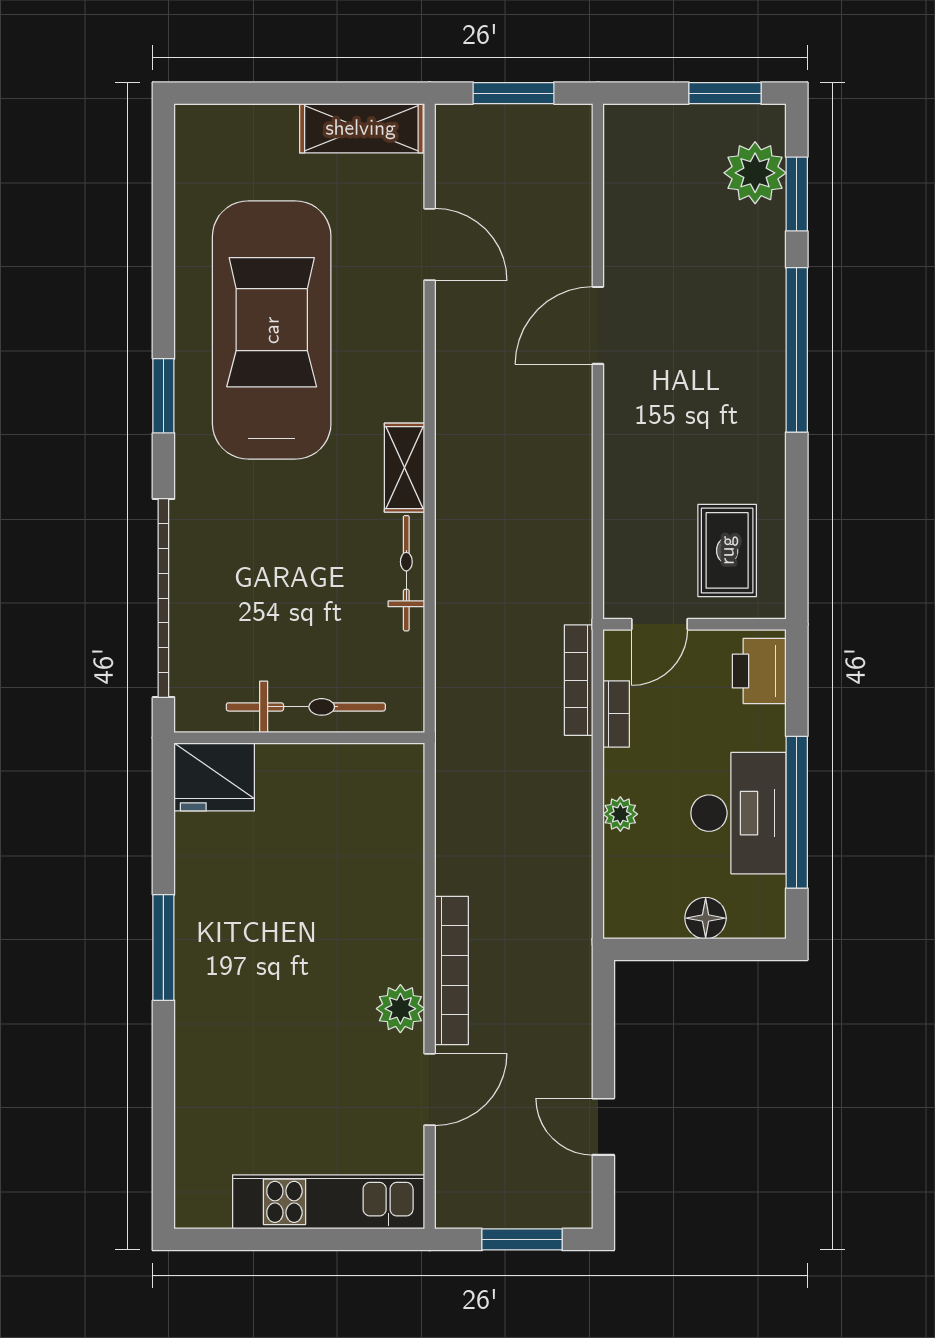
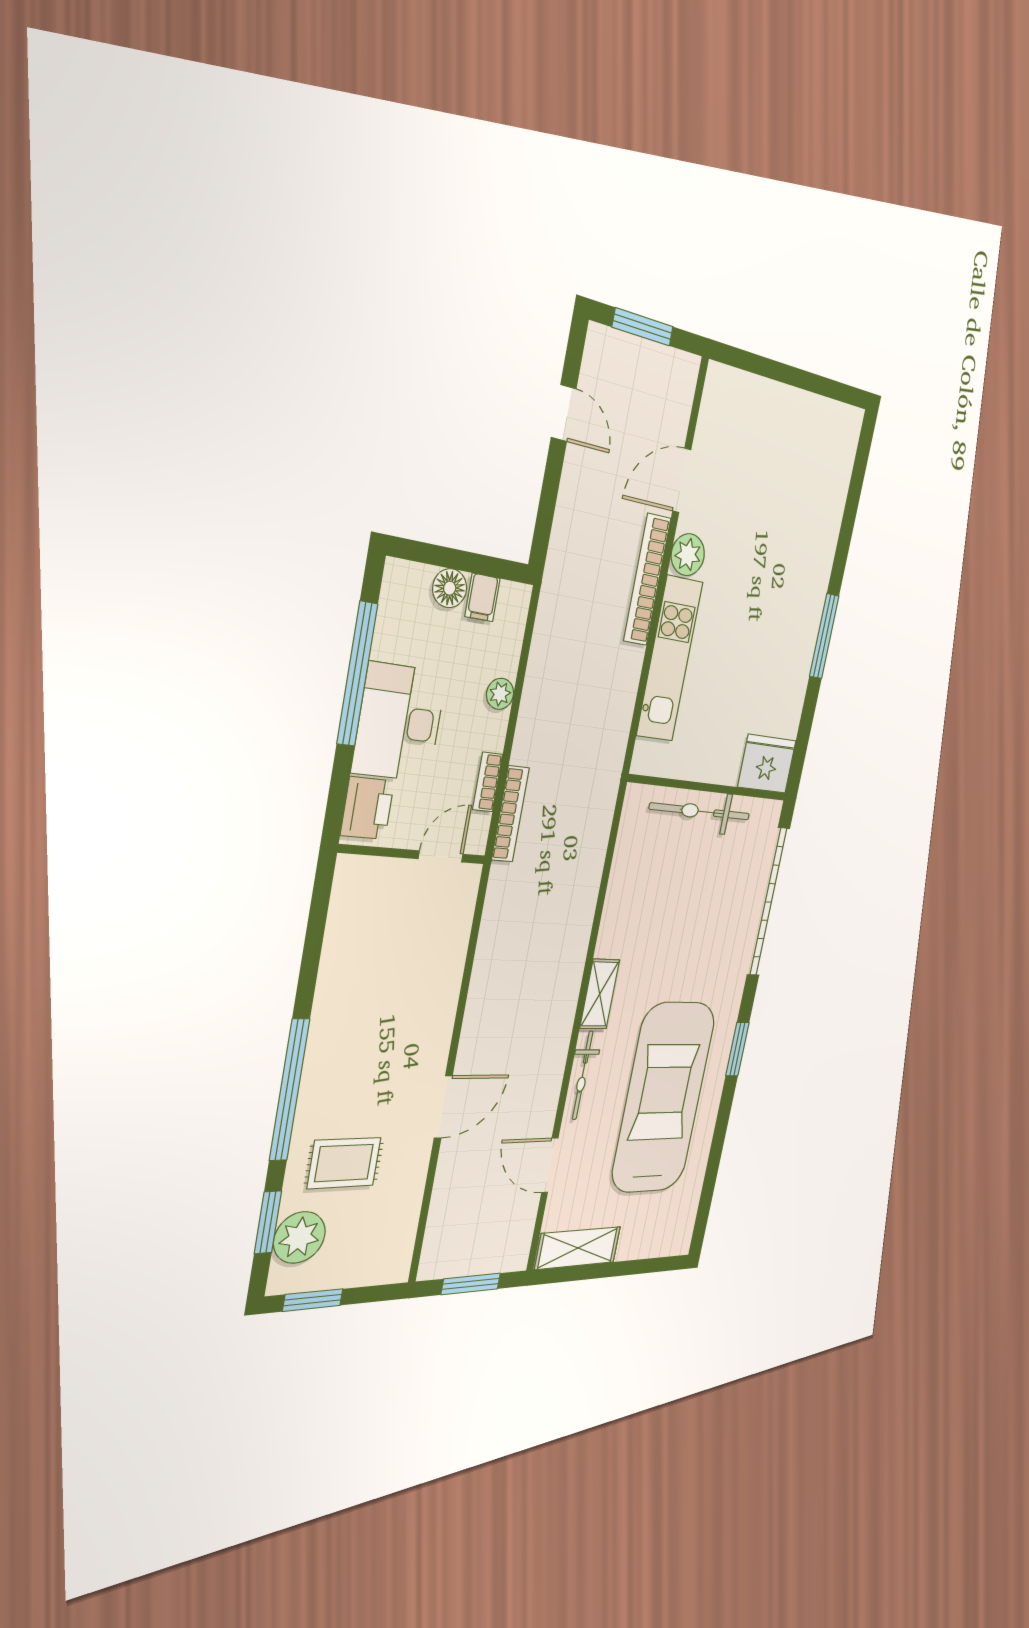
car: (272, 330) -> (663, 1098), turned 180
rug: (727, 550) -> (344, 1163), moved, turned 90
bicycle: (406, 573) -> (583, 1075), moved
desk: (739, 813) -> (399, 722), moved
filing cabinet: (664, 915) -> (483, 597), added
kitchen unit: (329, 1202) -> (670, 659), moved, turned -90

